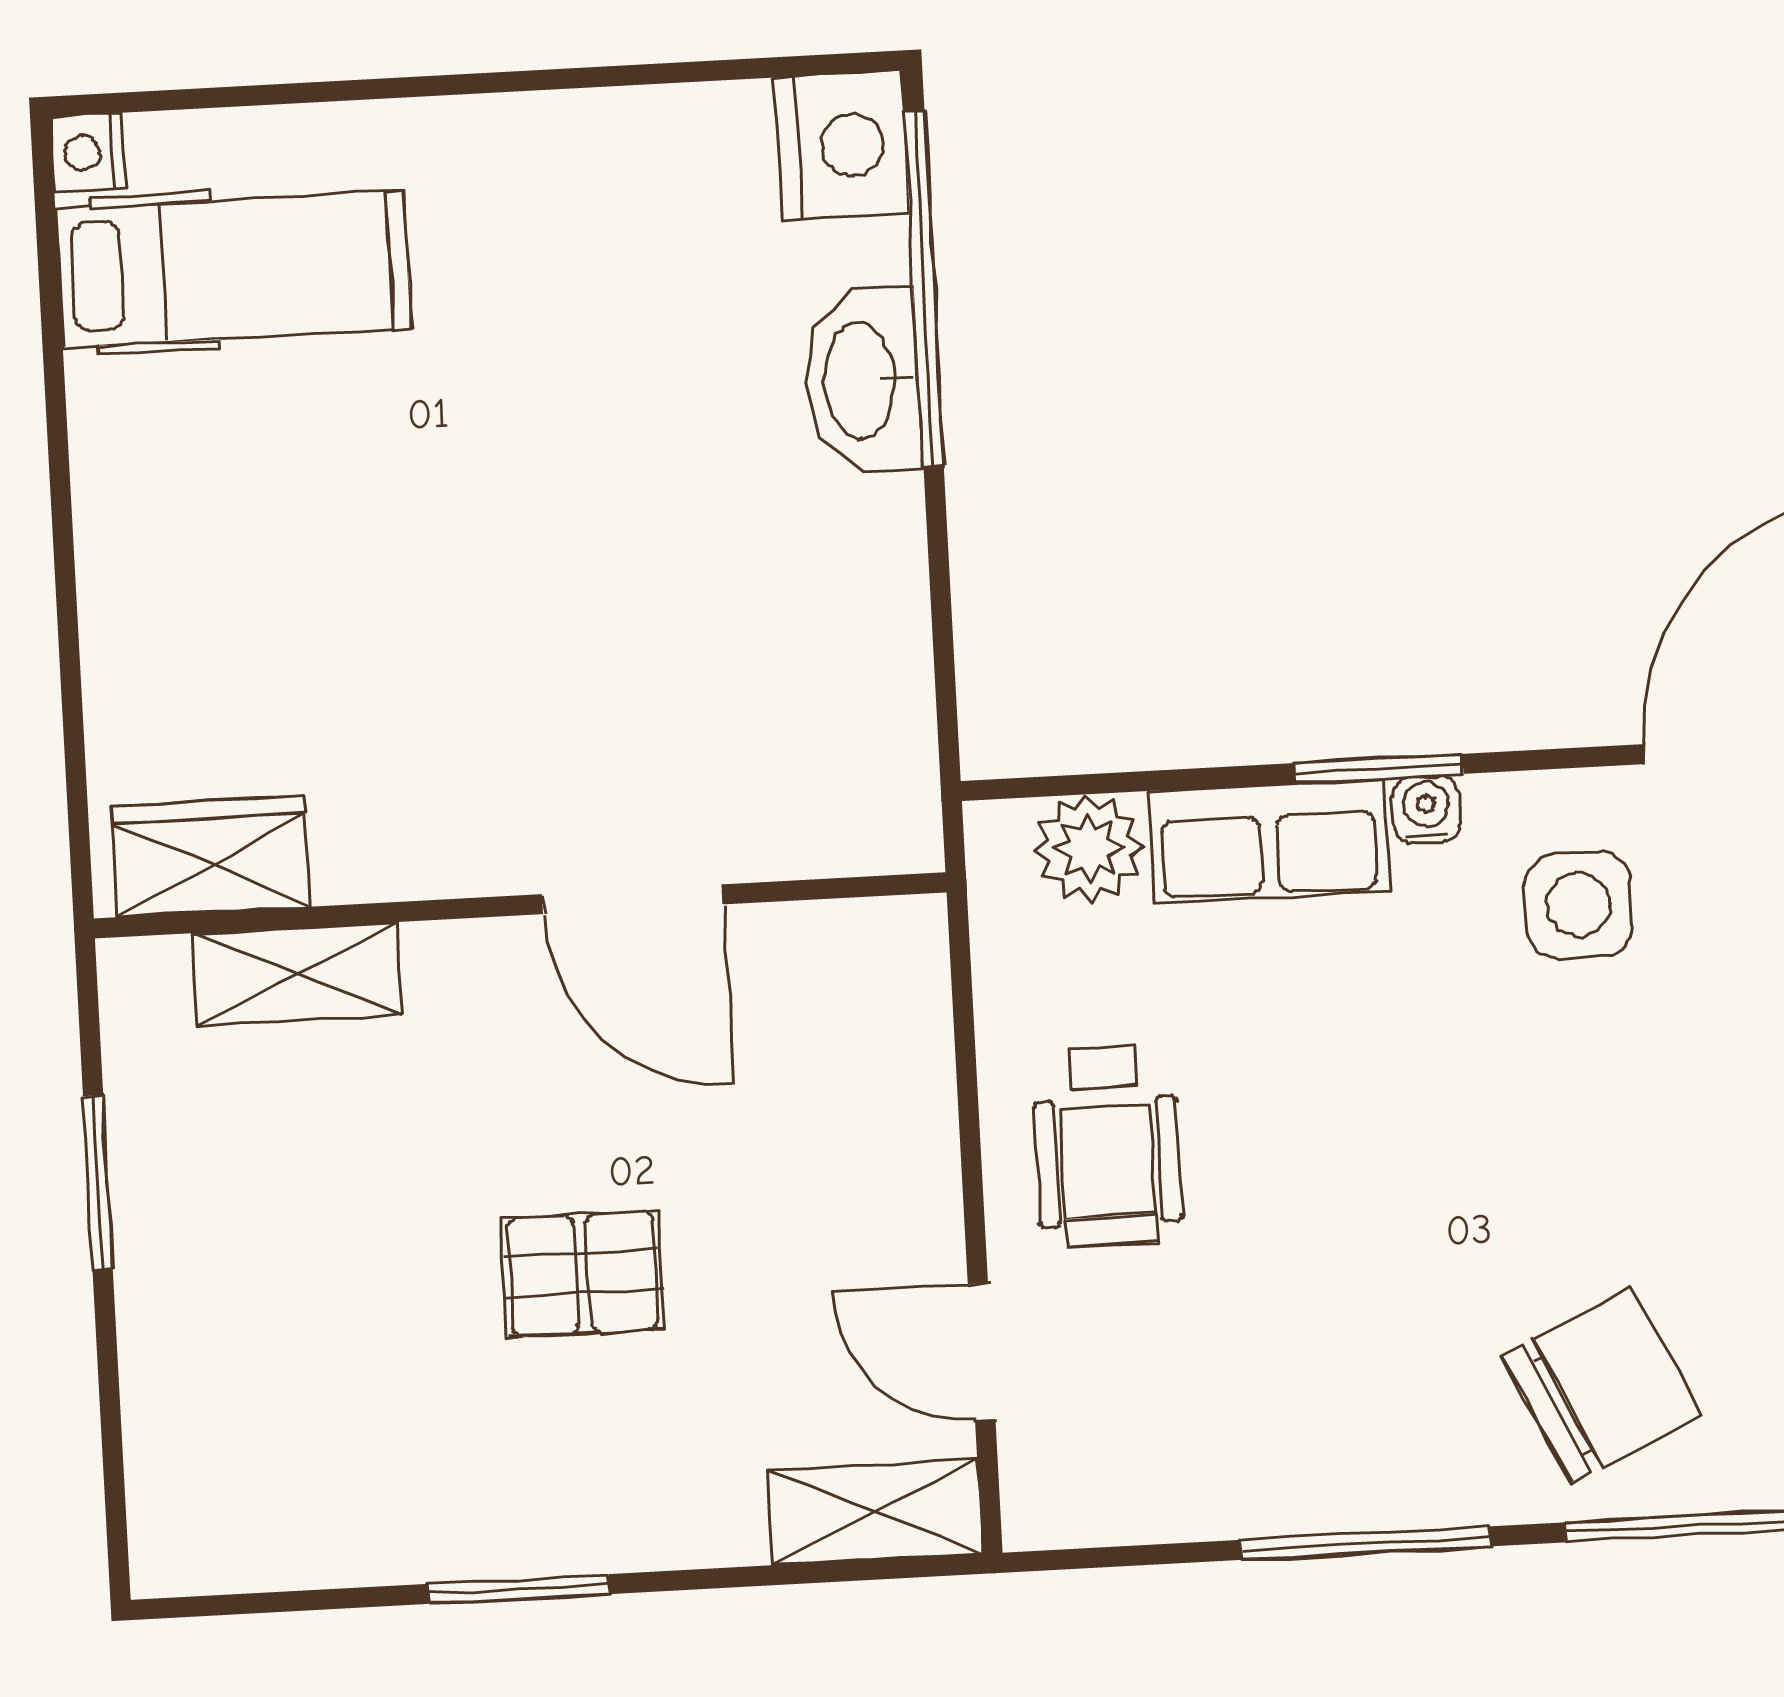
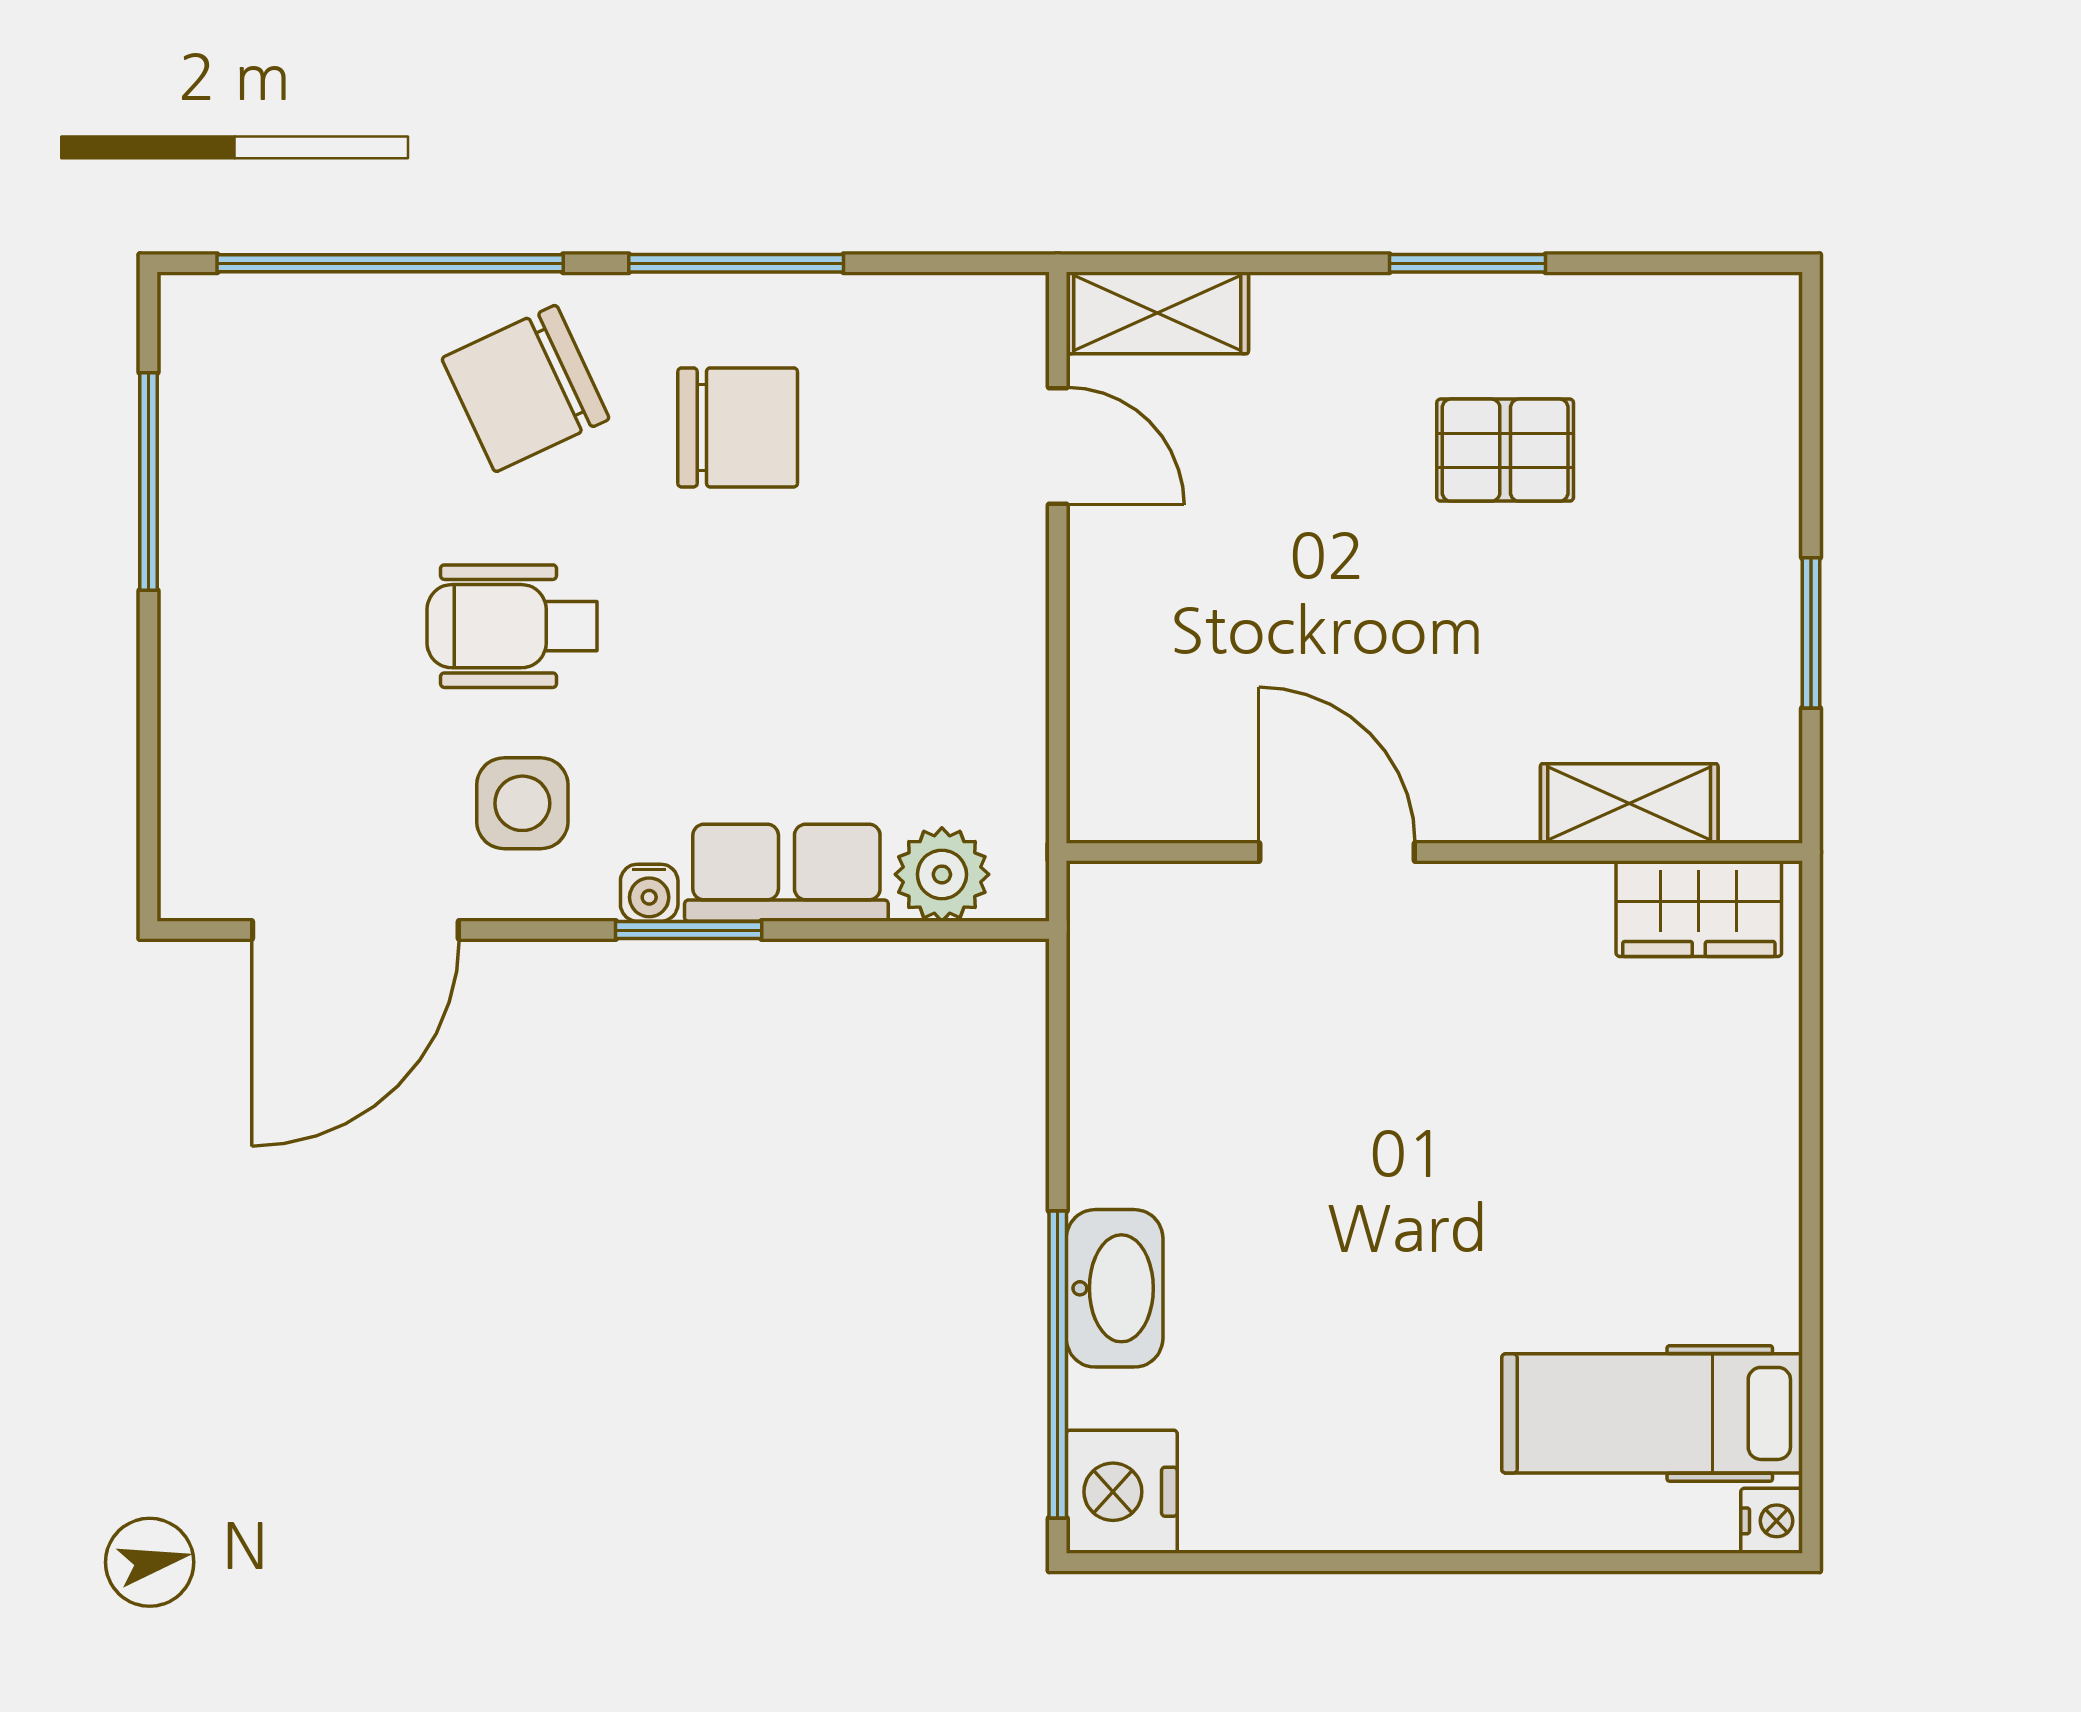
wheelchair: (1107, 1146) -> (512, 626), moved, turned -90
pallet: (582, 1274) -> (1505, 450), moved
chair: (1353, 1353) -> (738, 427), added

